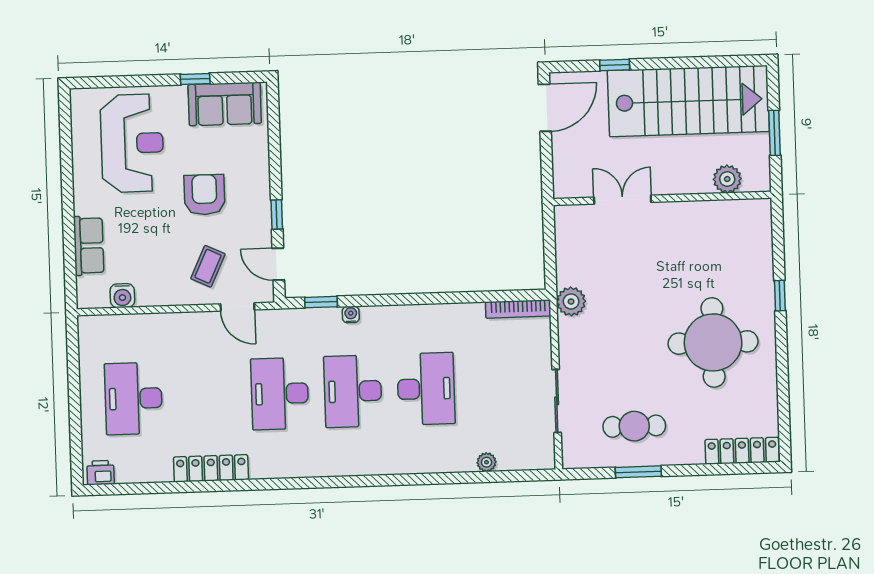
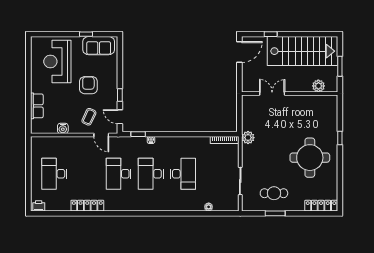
reception desk: (132, 143) -> (57, 62), turned 180
water cooler: (122, 296) -> (63, 128), moved

